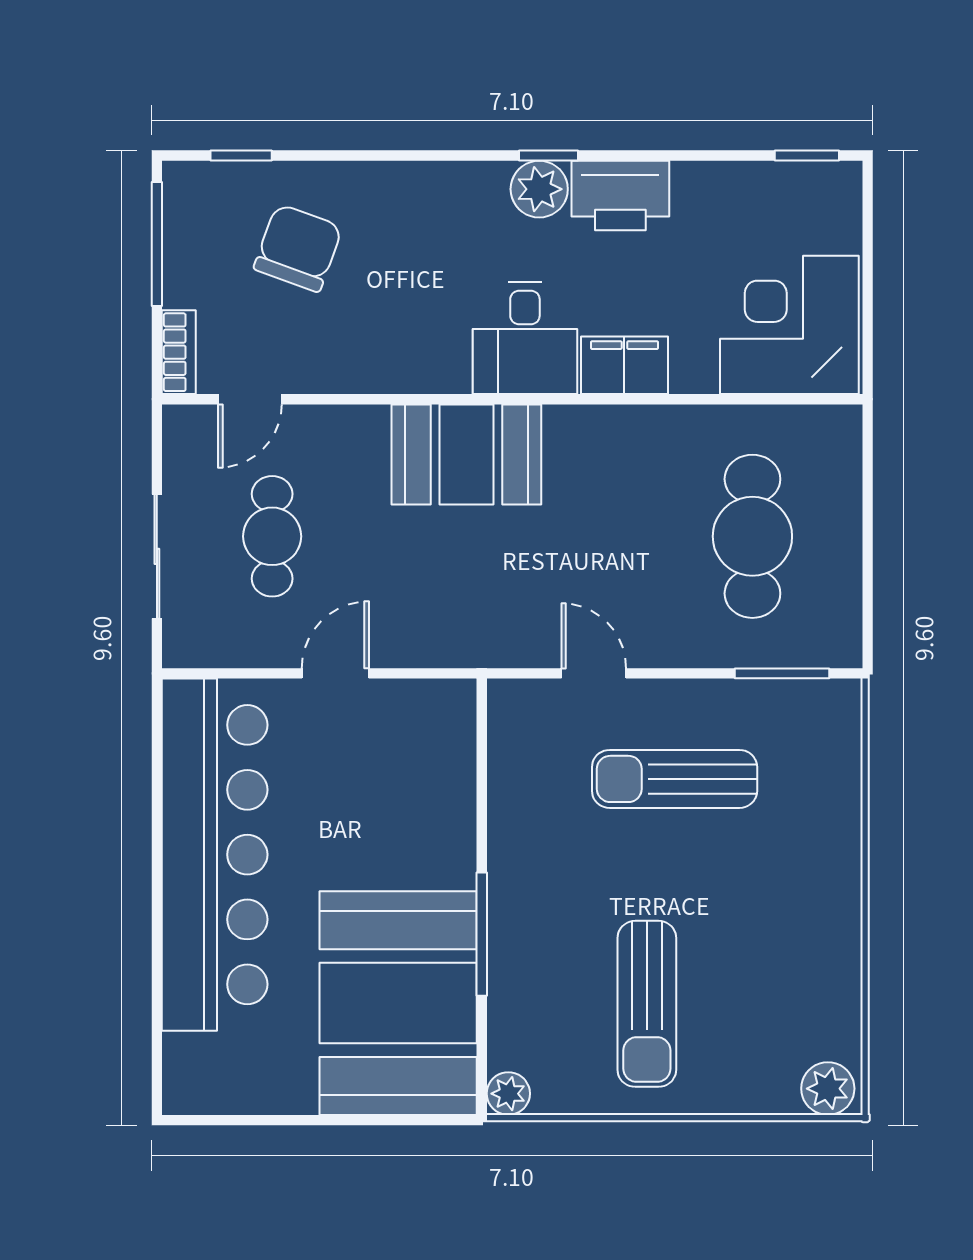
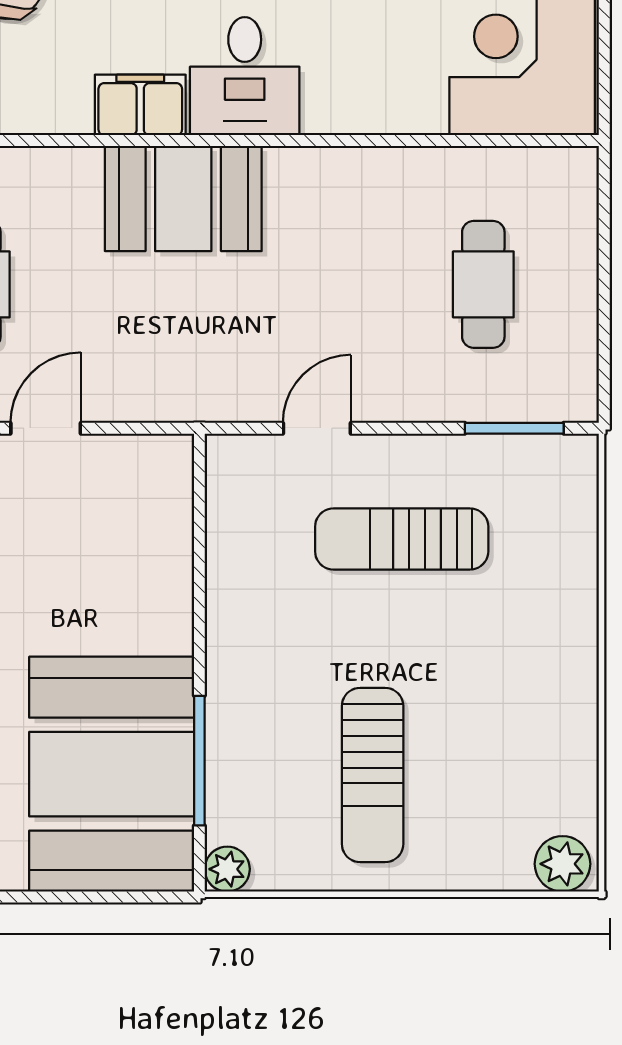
filing cabinet: (624, 365) -> (140, 105), moved
cafe table: (752, 536) -> (483, 284), width x0.73, depth x0.74
door: (594, 673) -> (317, 428), hinge flipped
window: (482, 934) -> (199, 761), moved

